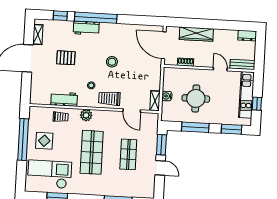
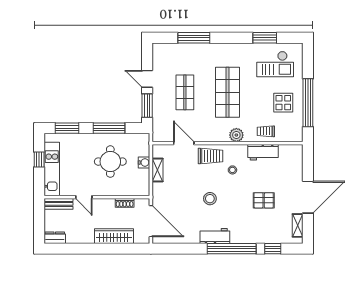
workbench: (86, 28) -> (215, 236), moved
shelving: (155, 101) -> (158, 170), moved
checkout: (49, 174) -> (275, 64), width x0.73, depth x0.83

